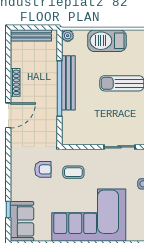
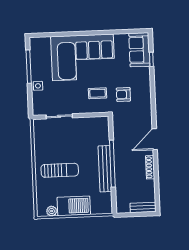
bench: (31, 35) -> (143, 207), width x0.73
plant: (68, 36) -> (52, 211), moved

